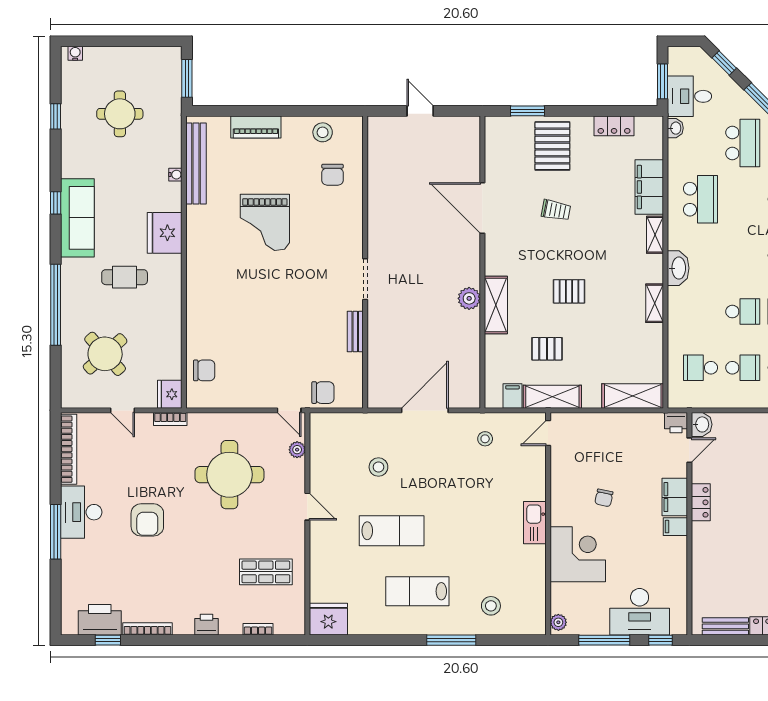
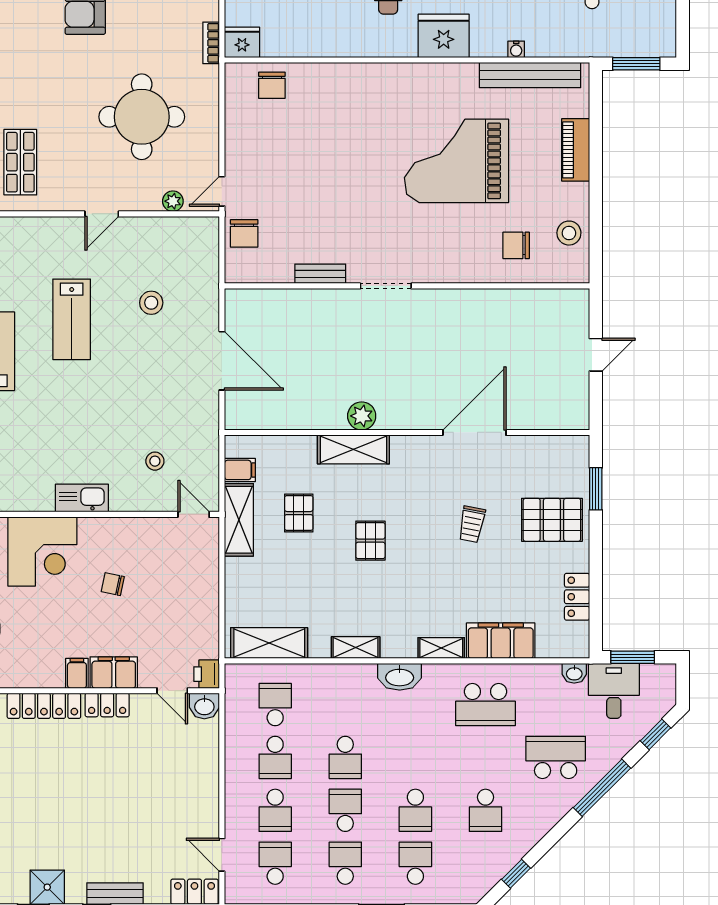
school desk: (743, 143) -> (556, 757), turned 180
grand piano: (265, 222) -> (457, 161), width x1.37, depth x1.48
shelving: (633, 396) -> (269, 643), moved, turned 90
stool: (485, 439) -> (155, 461), moved
locker: (701, 553) -> (44, 706), added

